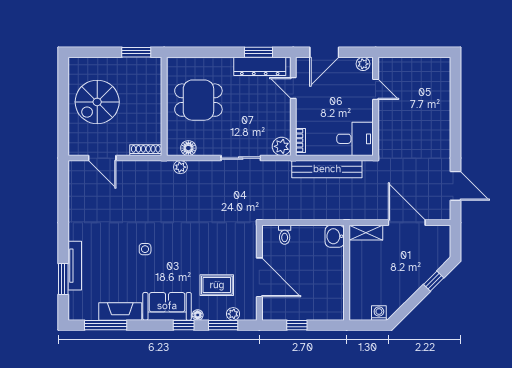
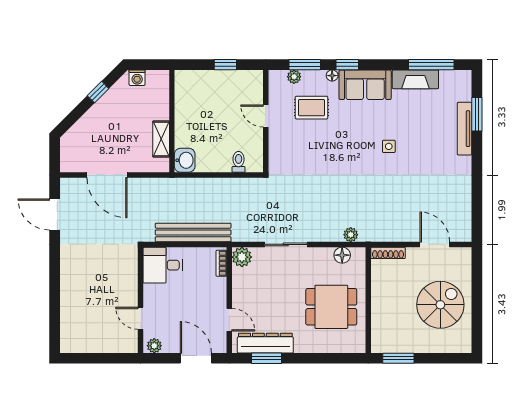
door: (324, 52) -> (196, 358), hinge flipped
shelving: (366, 233) -> (161, 139), moved, turned 90
door: (259, 277) -> (266, 116), width x0.53
window: (434, 281) -> (98, 92), moved

